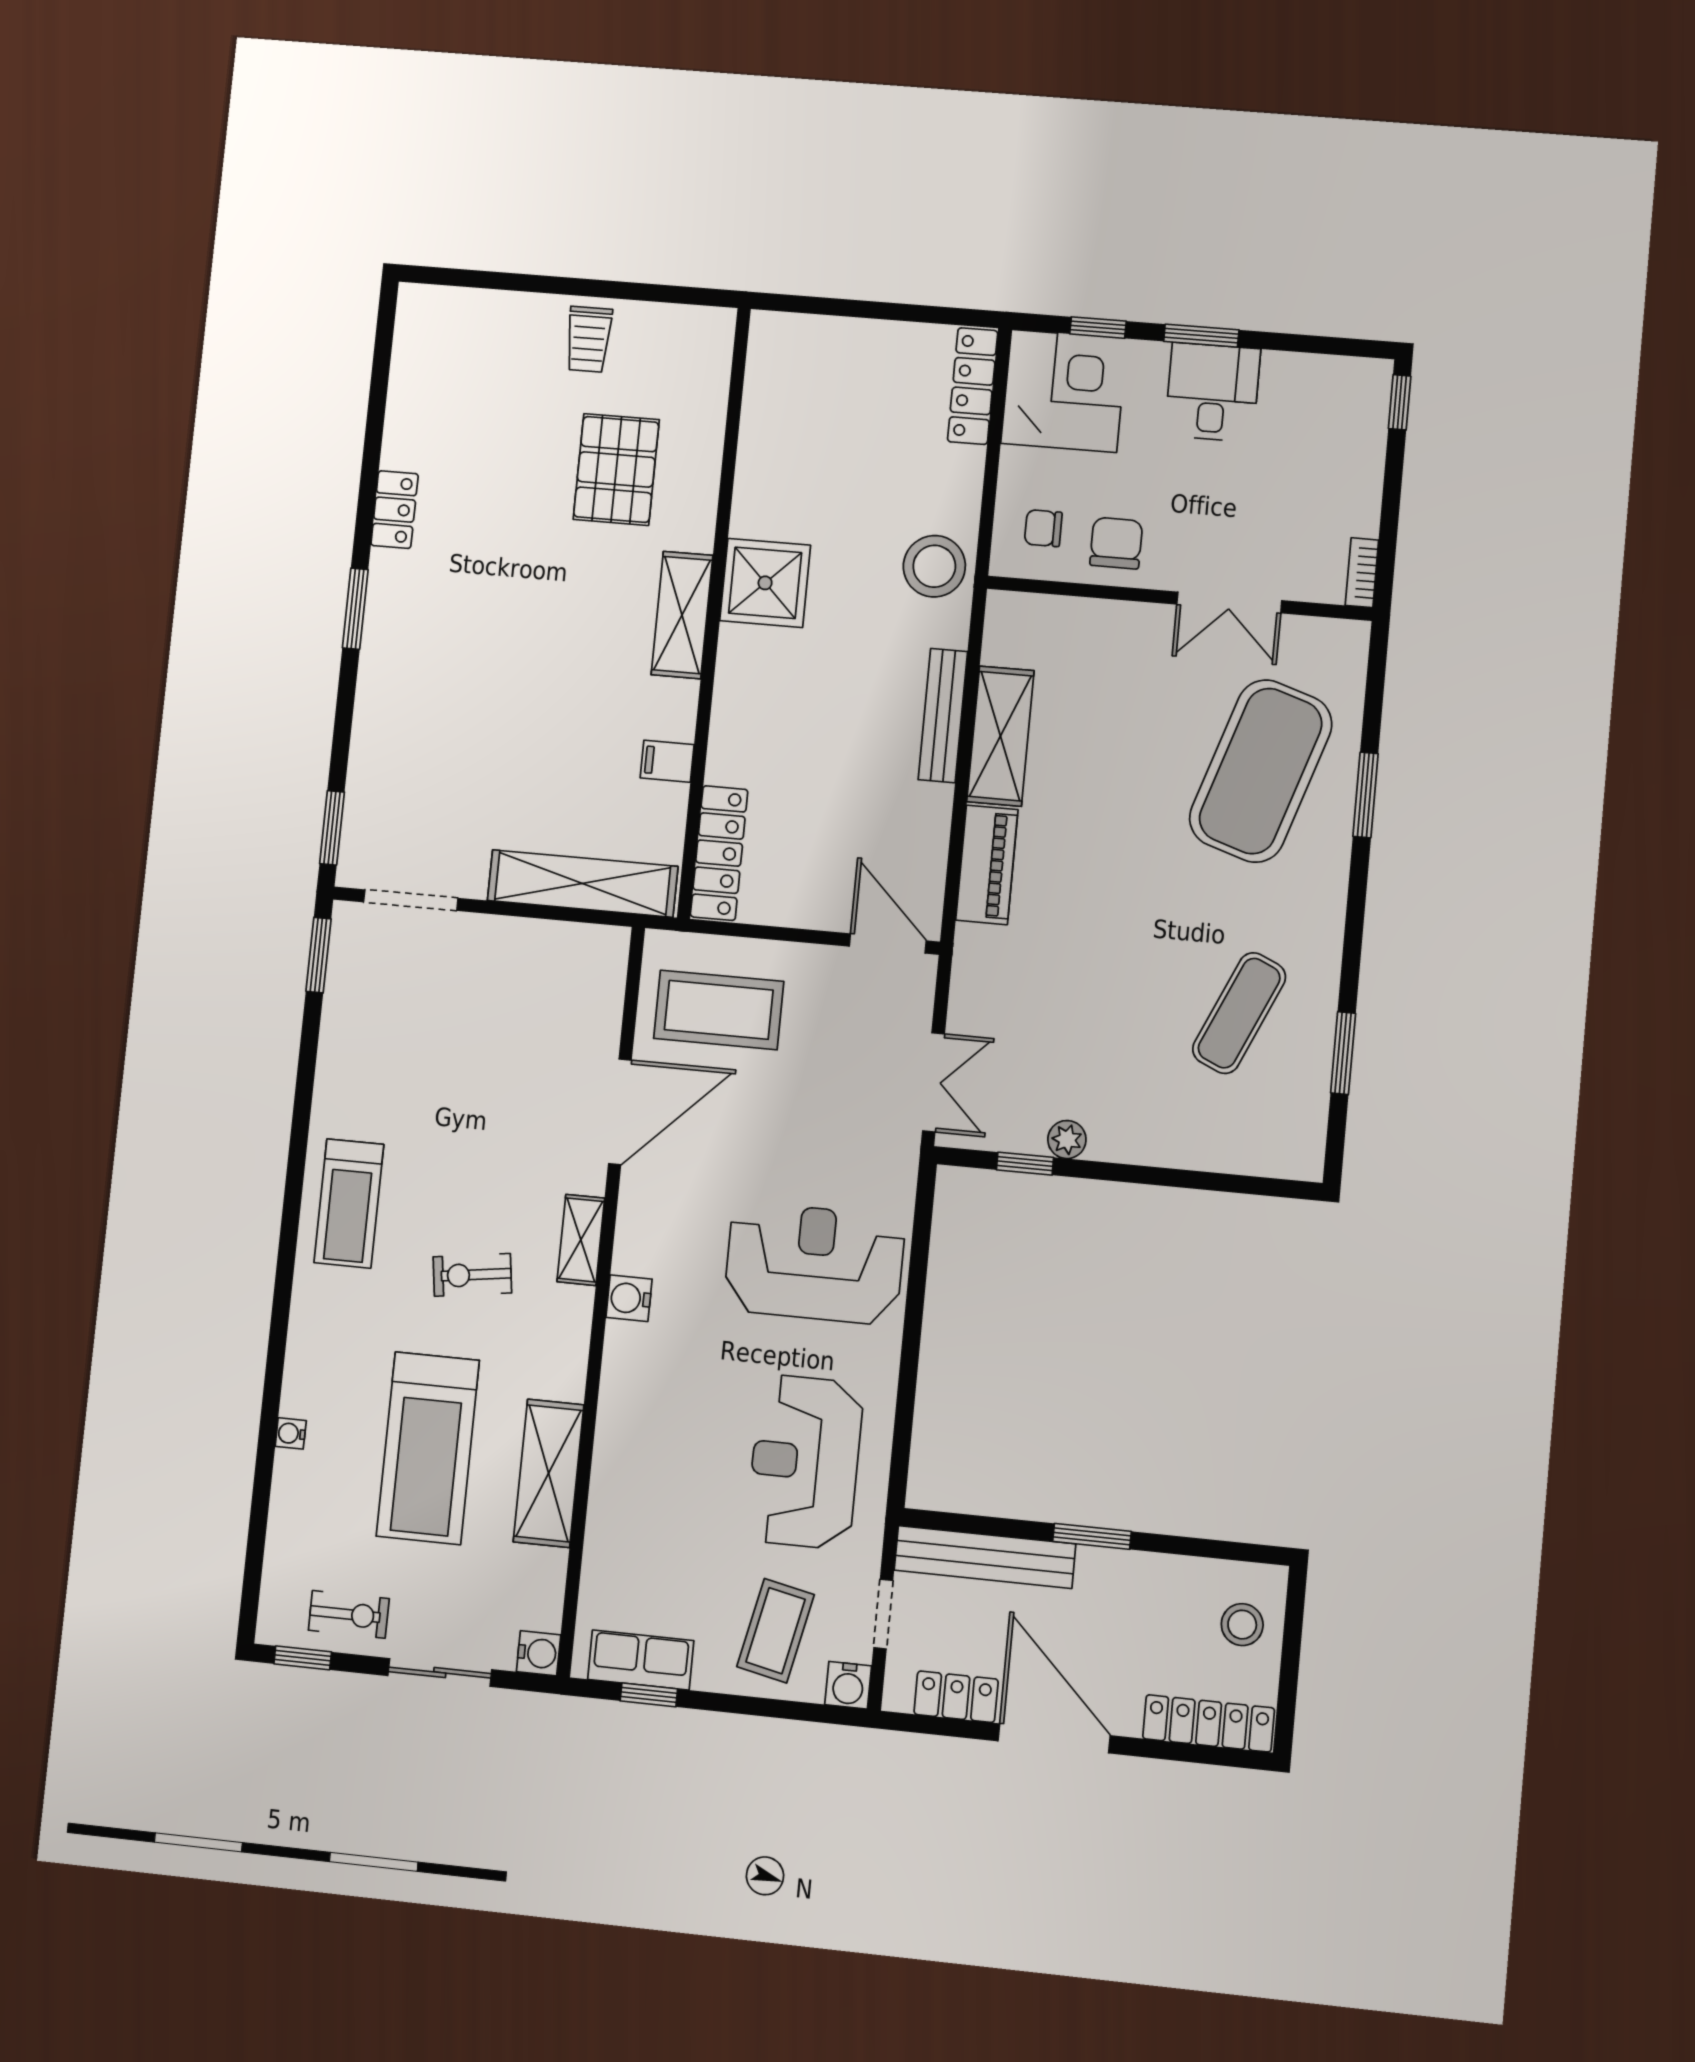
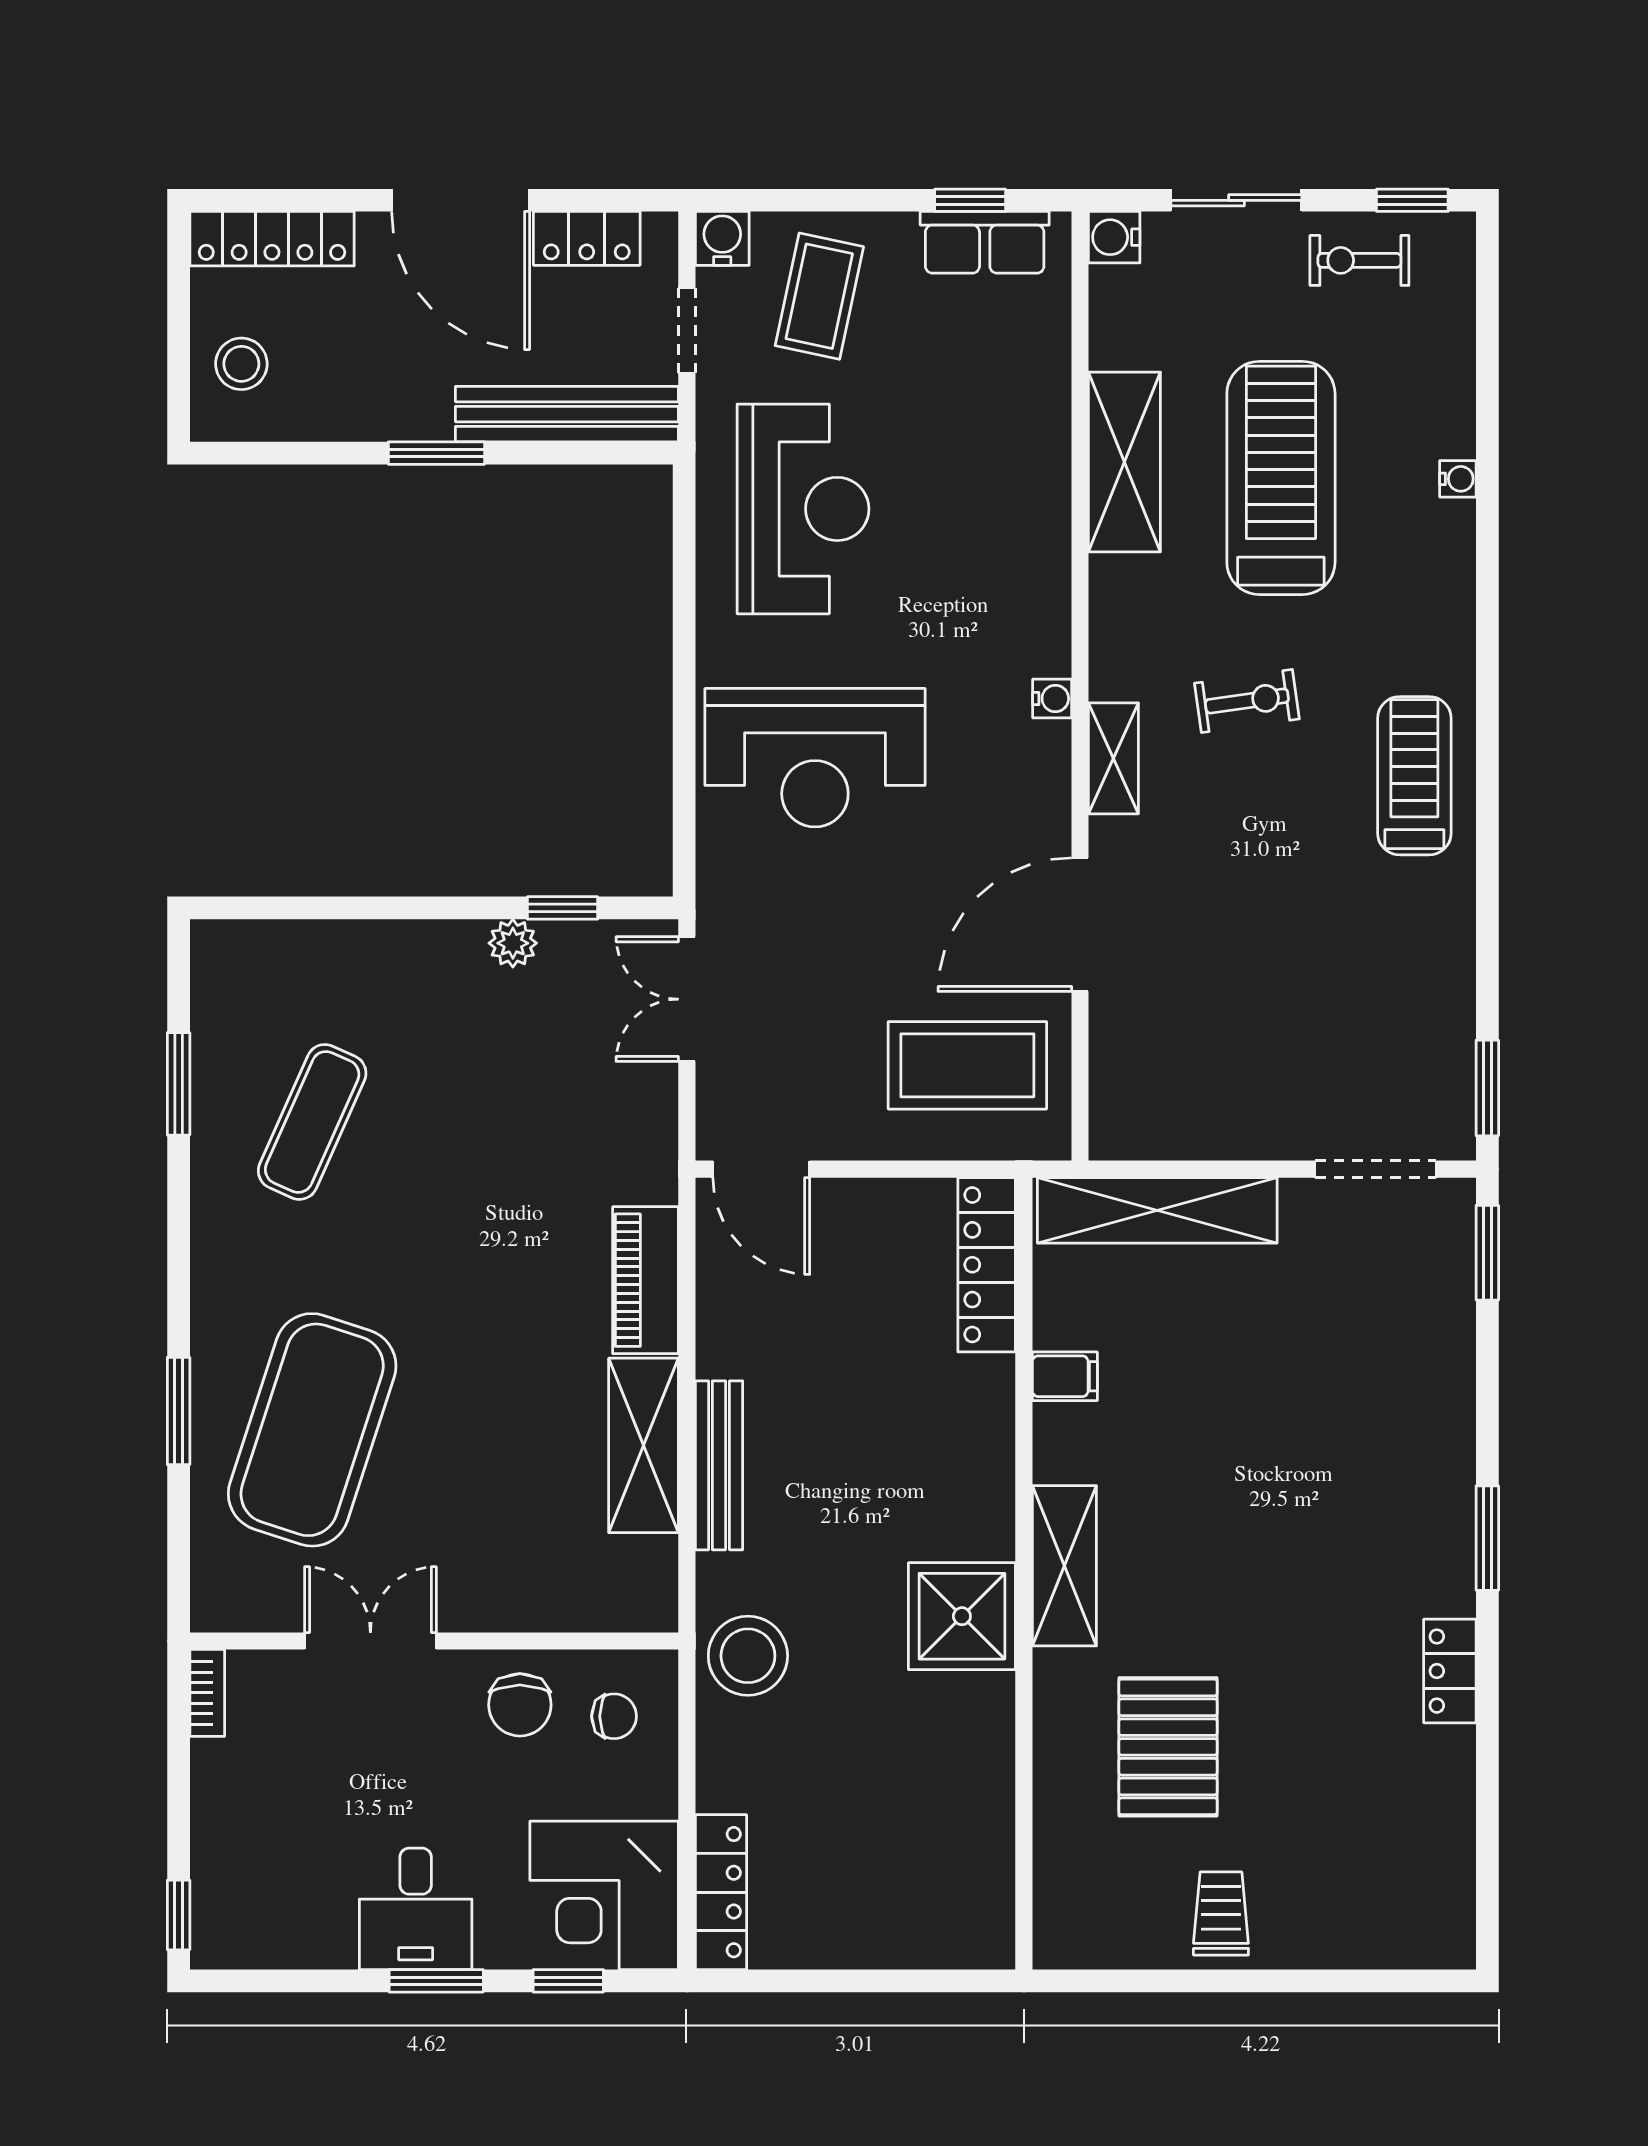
water cooler: (629, 1298) -> (1052, 699), width x0.72, depth x0.72

